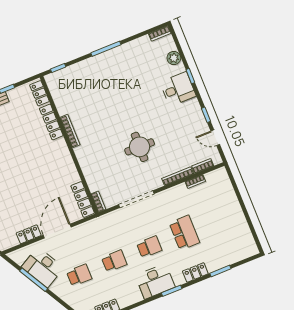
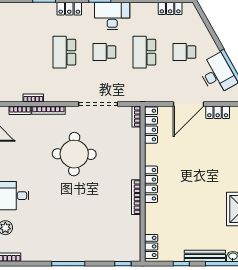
locker: (51, 122) -> (151, 184), moved
round table: (140, 147) -> (74, 154), width x1.36, depth x1.36
school desk: (114, 261) -> (144, 52), width x1.85

